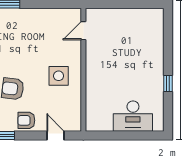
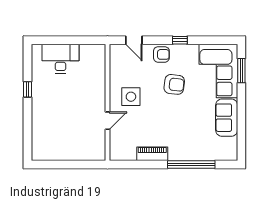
piano: (36, 15) -> (152, 154), added
door: (83, 31) -> (108, 121), moved

